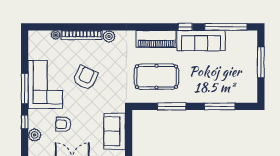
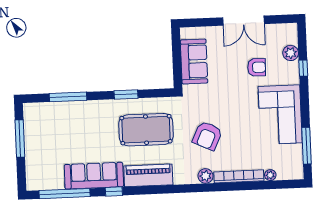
window: (261, 62) -> (20, 139), moved
armchair: (85, 78) -> (207, 136), moved
window: (25, 89) -> (306, 146), moved
window: (172, 106) -> (126, 94), width x0.69

